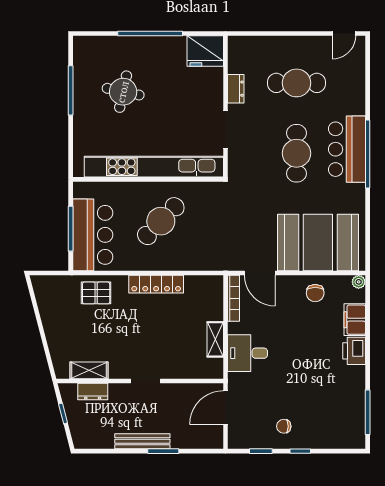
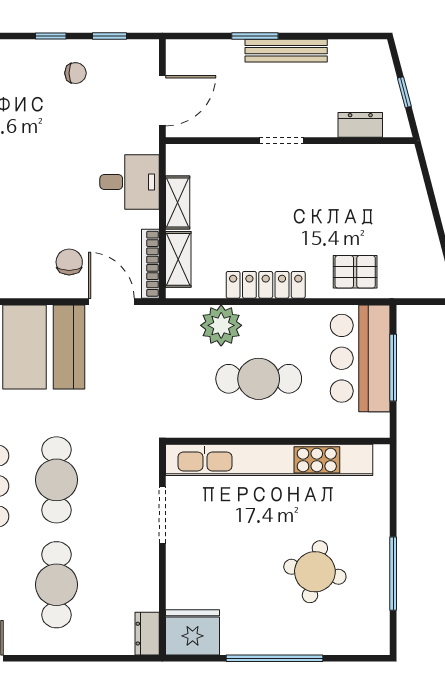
cafe table: (297, 83) -> (56, 585), turned 90
dresser: (236, 89) -> (147, 634), moved
cafe table: (161, 221) -> (259, 379), turned 46
plant: (186, 257) -> (221, 325), added
chair: (315, 293) -> (69, 262), moved
shelving: (89, 370) -> (178, 259), moved, turned 90

